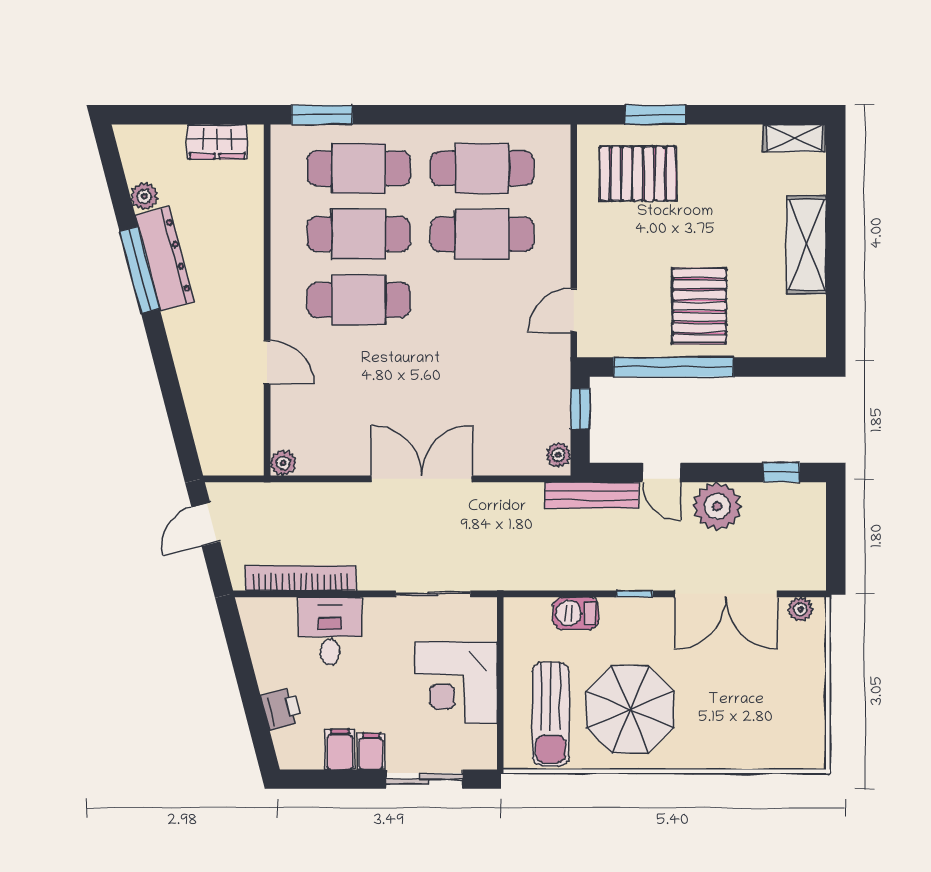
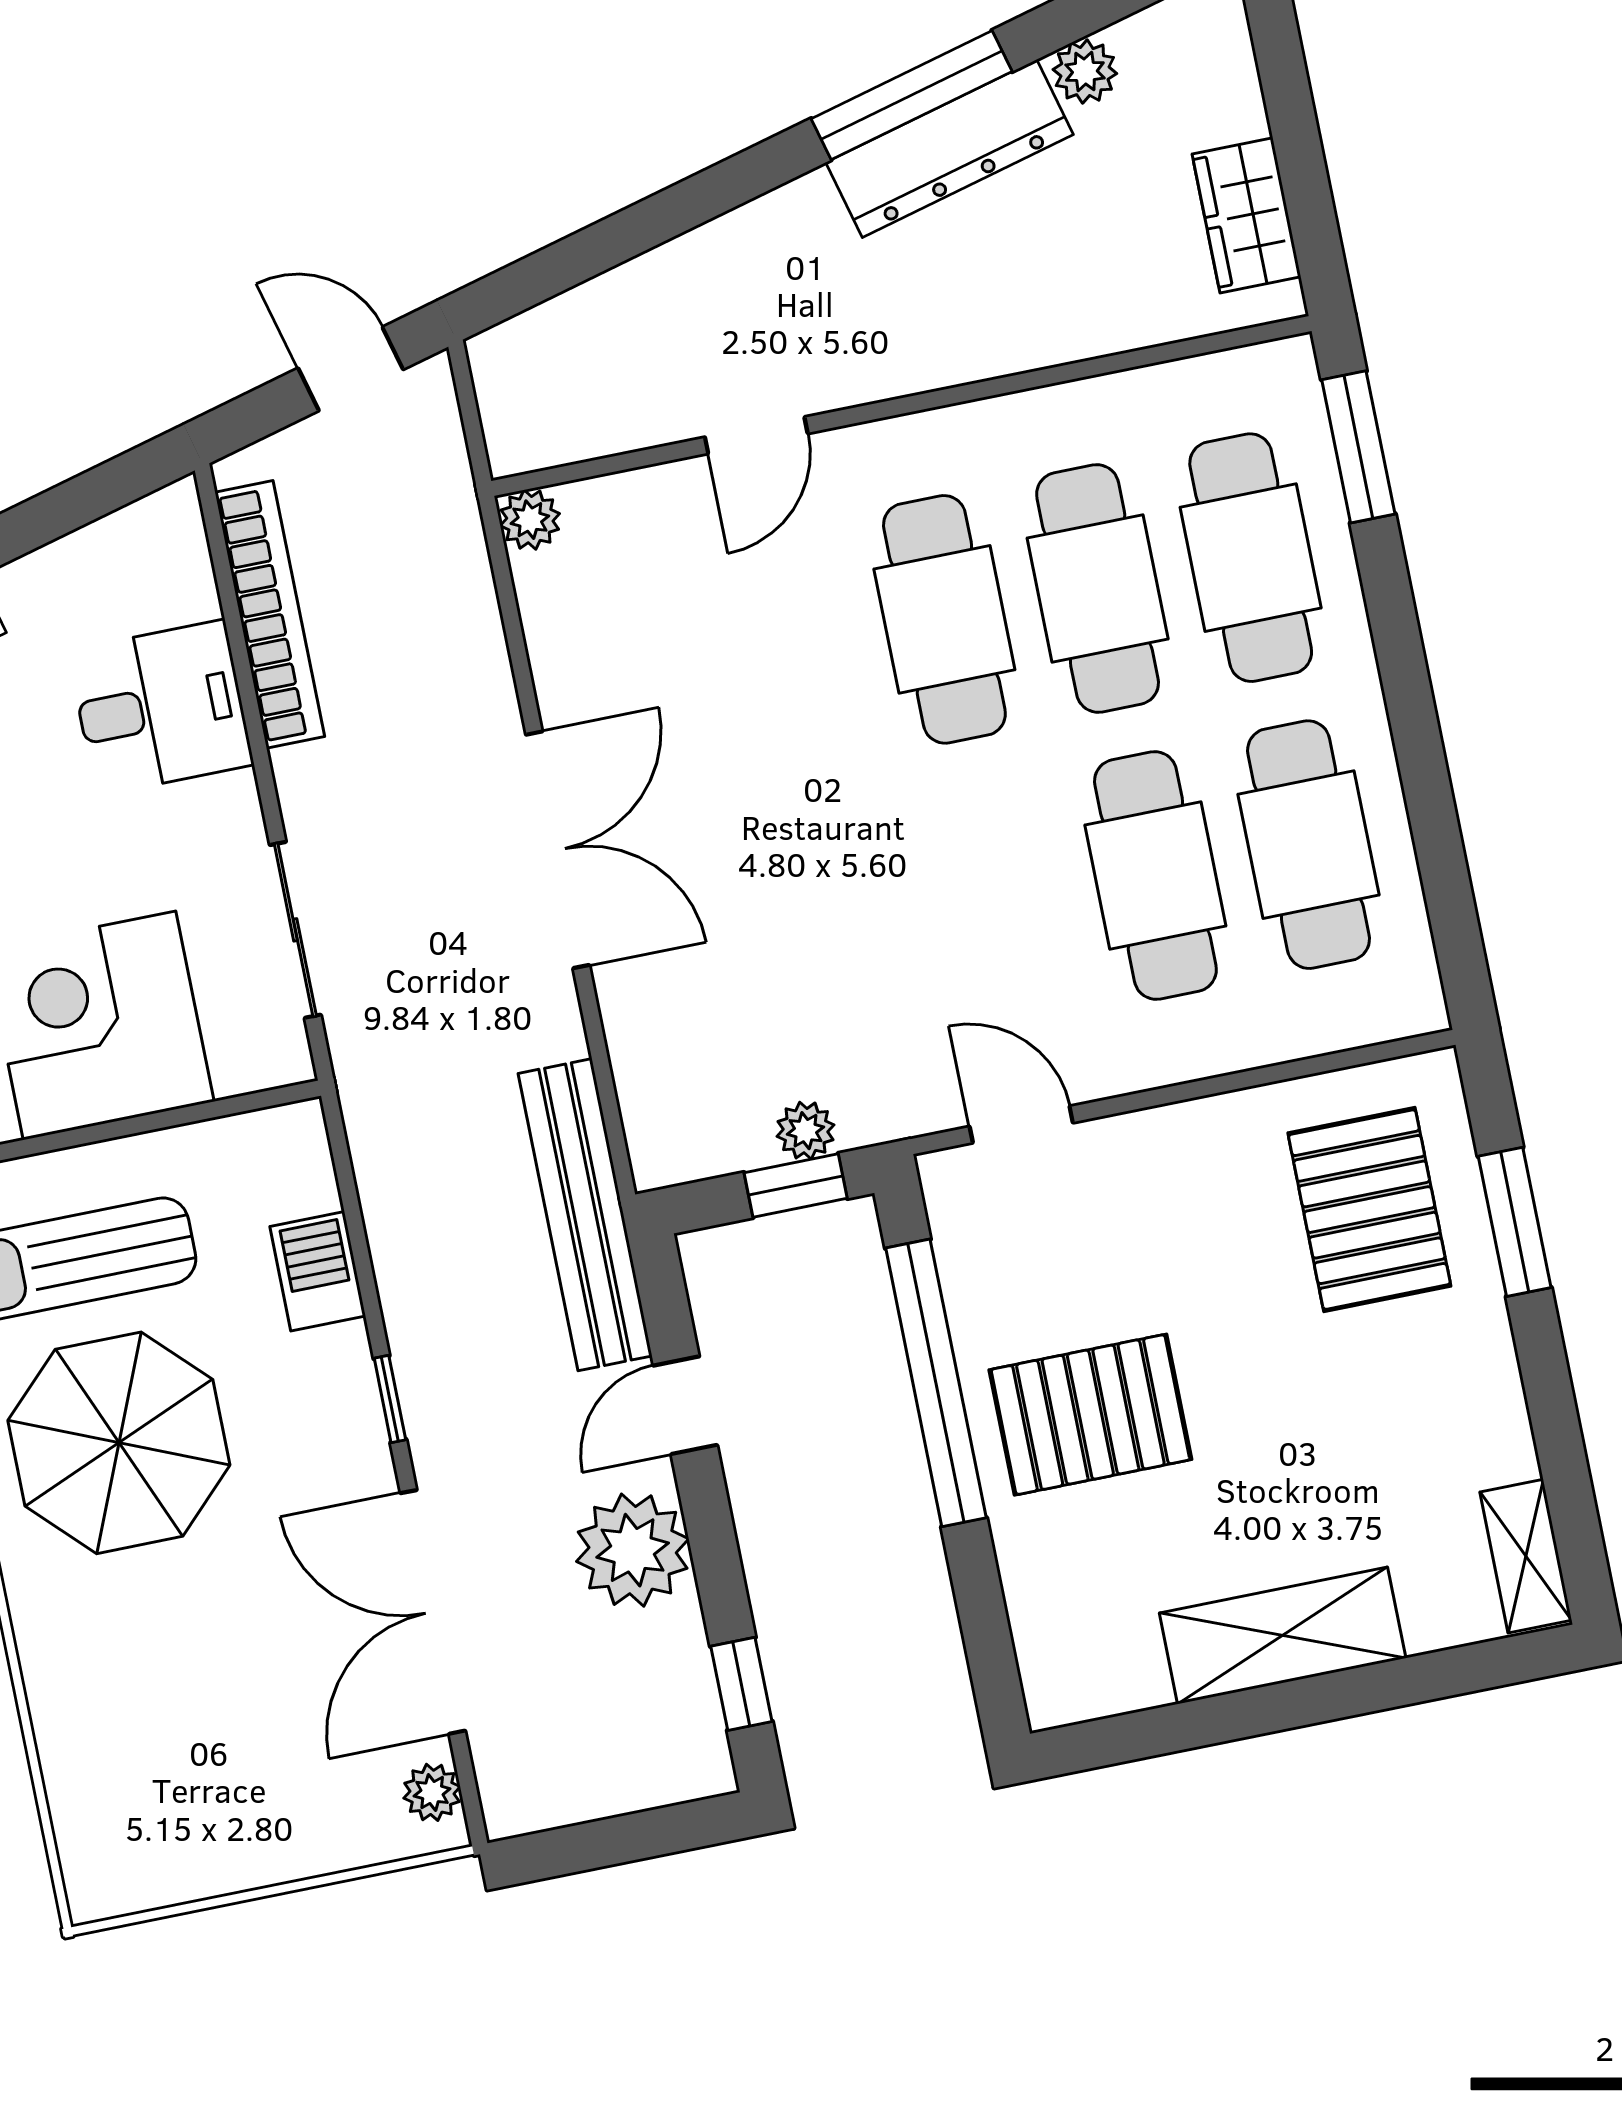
plant: (558, 455) -> (806, 1131), moved
bench: (592, 495) -> (585, 1215), width x1.37, depth x1.21

